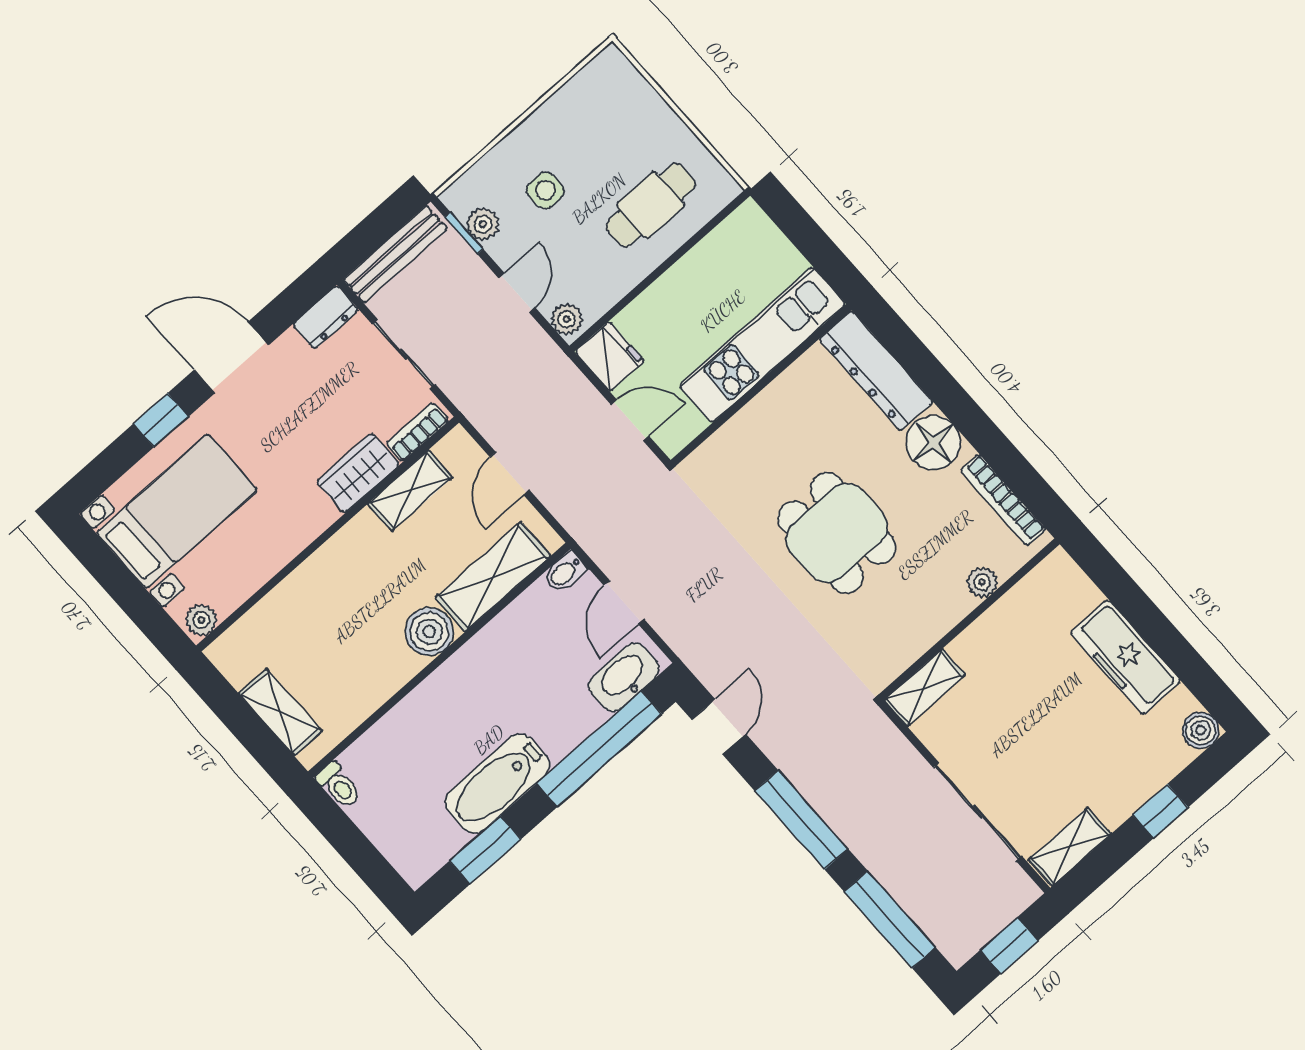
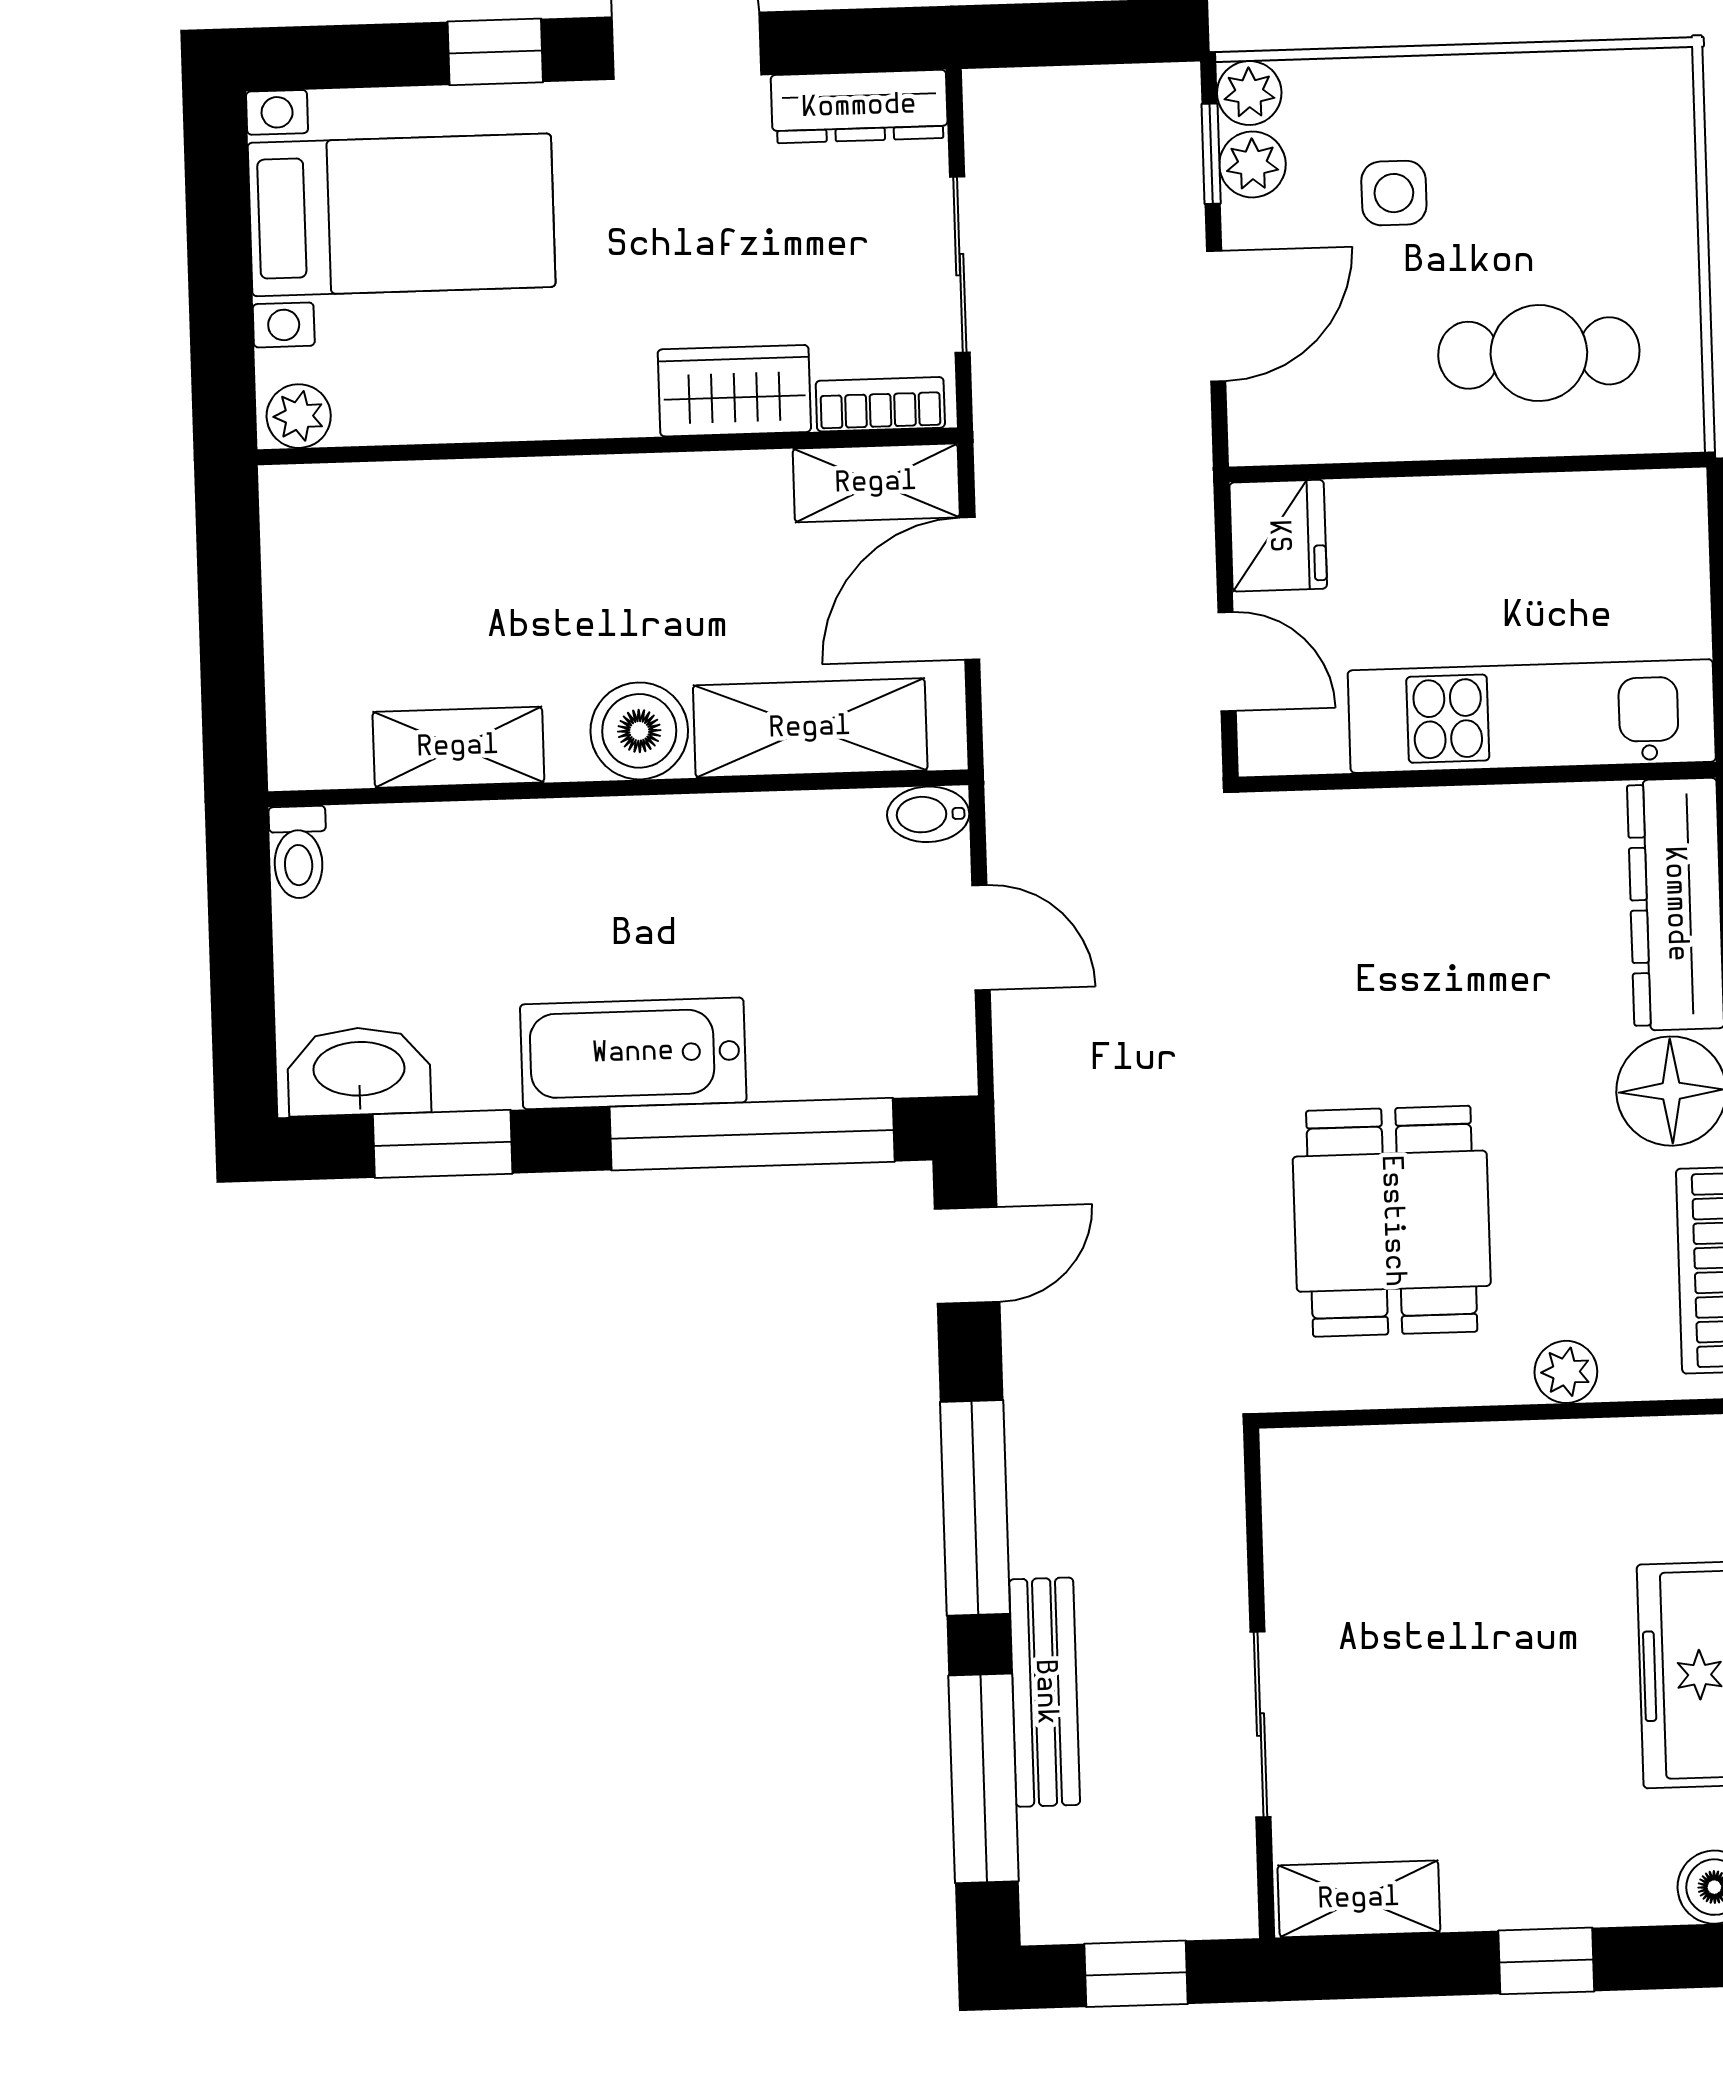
bench: (395, 254) -> (1045, 1692), moved, turned 90
door: (517, 293) -> (1216, 316), width x1.37
dresser: (326, 317) -> (859, 107), width x1.44
plant: (567, 319) -> (1249, 93), moved
door: (510, 474) -> (970, 588), width x1.38
shelving: (410, 491) -> (876, 483), moved
dining table: (837, 533) -> (1392, 1221), moved
door: (624, 602) -> (981, 937), swing flipped
washbasin: (624, 677) -> (359, 1071), moved
shelving: (925, 688) -> (1339, 1462), removed
shelving: (280, 712) -> (458, 747), moved, turned 90
bathtub: (497, 784) -> (633, 1053), moved
sliding door: (978, 812) -> (1260, 1725), width x0.73

